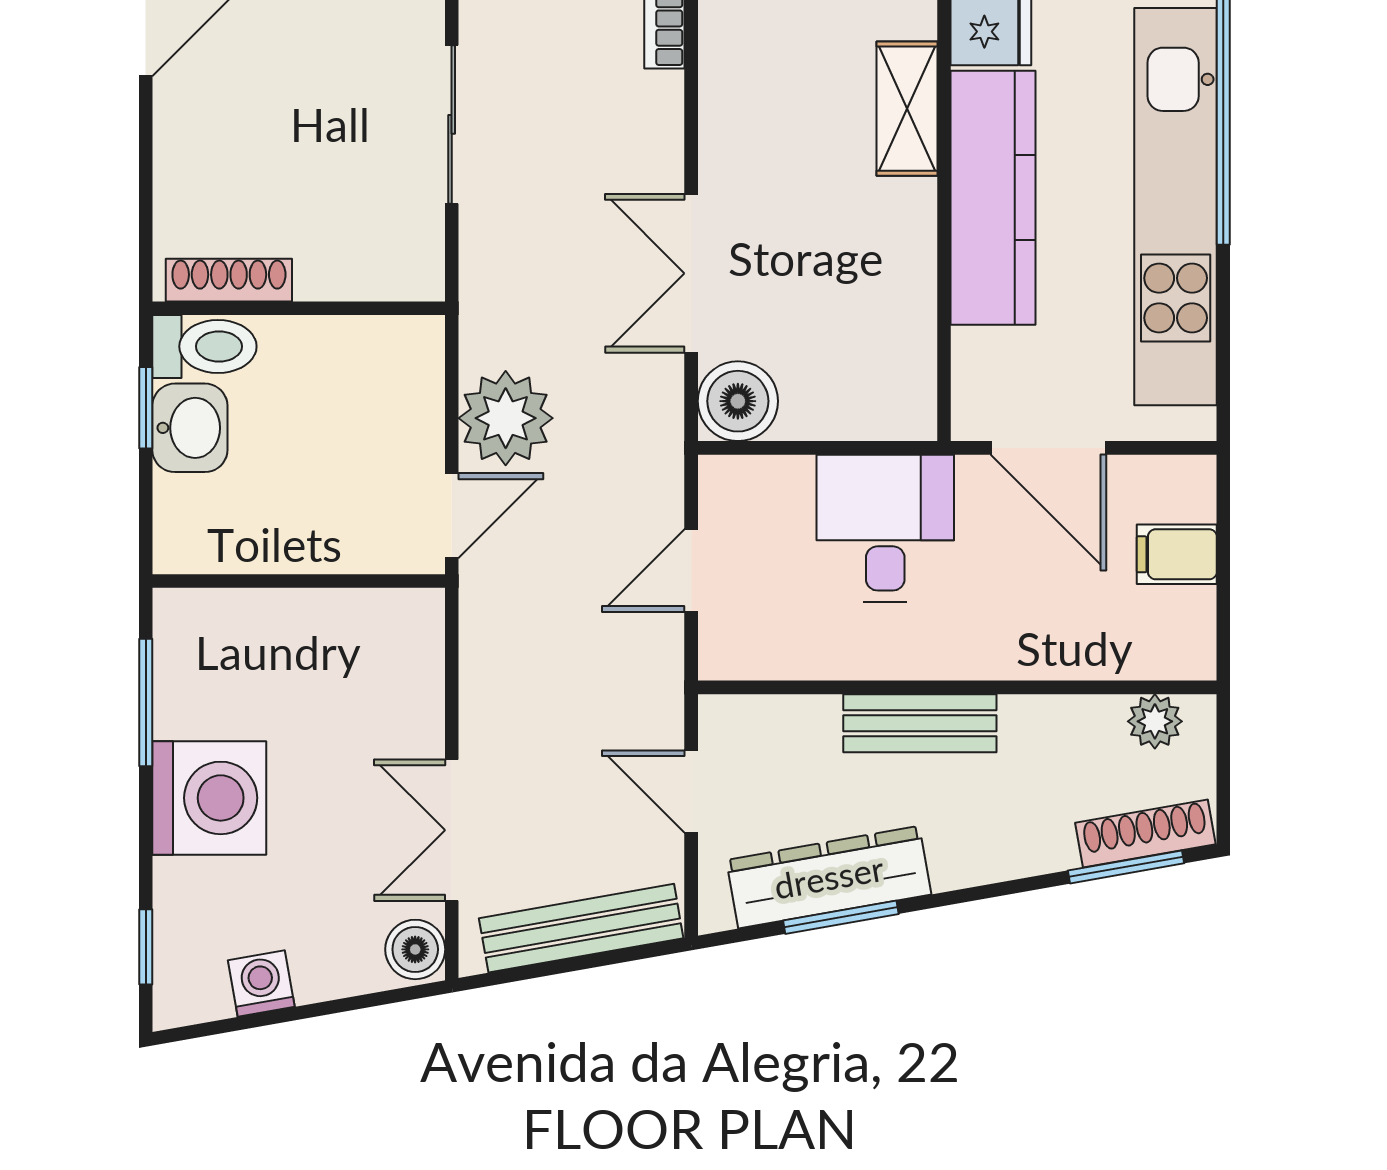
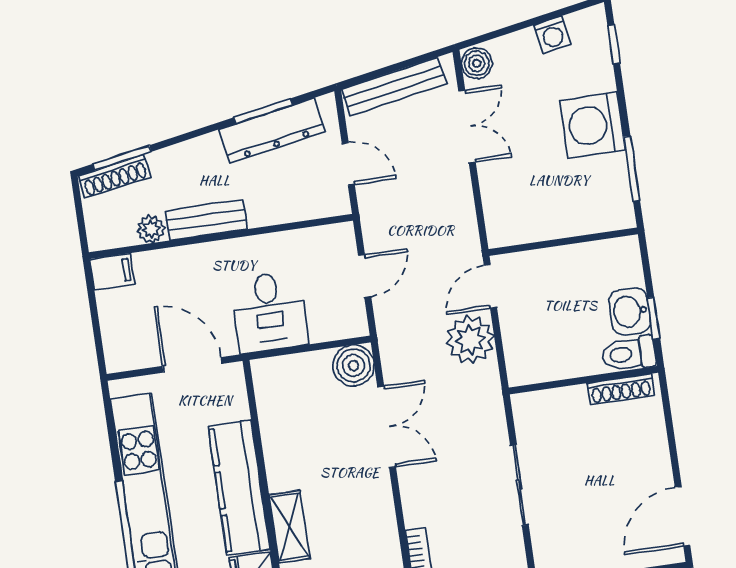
filing cabinet: (1177, 554) -> (112, 272), moved
plant: (1155, 721) -> (151, 229), moved
bench: (920, 723) -> (206, 220), moved

